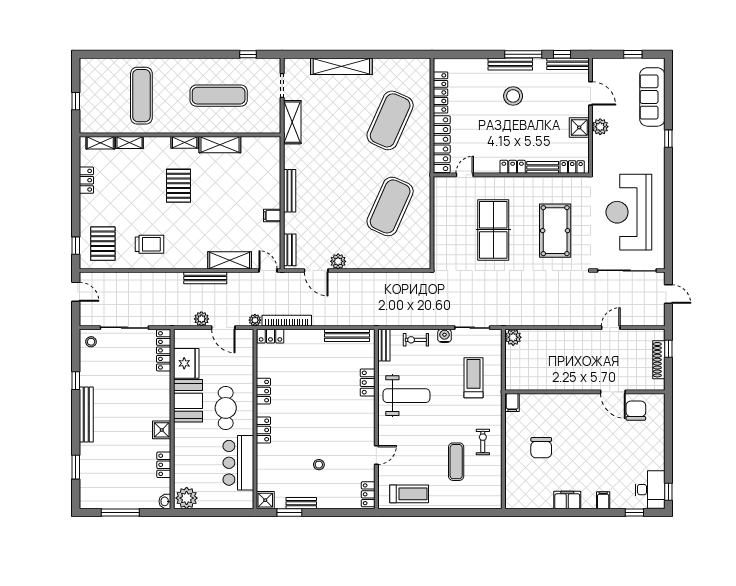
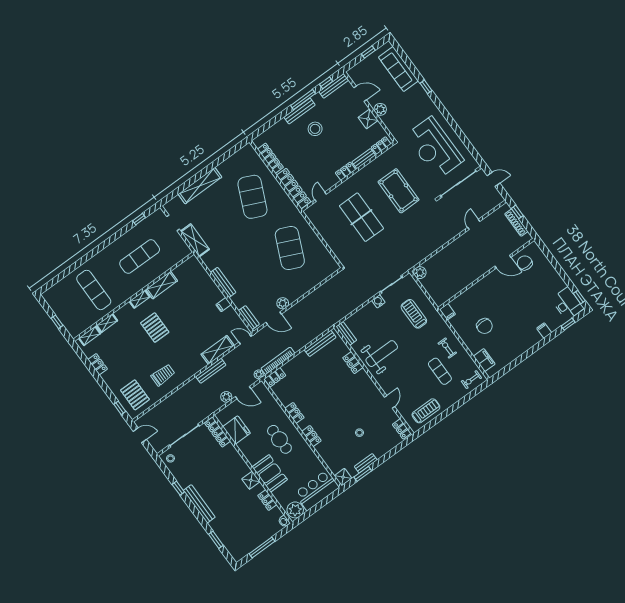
exercise bike: (416, 340) -> (471, 380), moved
booth: (188, 401) -> (270, 473), moved
bar counter: (238, 463) -> (317, 490), moved, turned 90
filing cabinet: (567, 500) -> (484, 360), moved, turned 90

